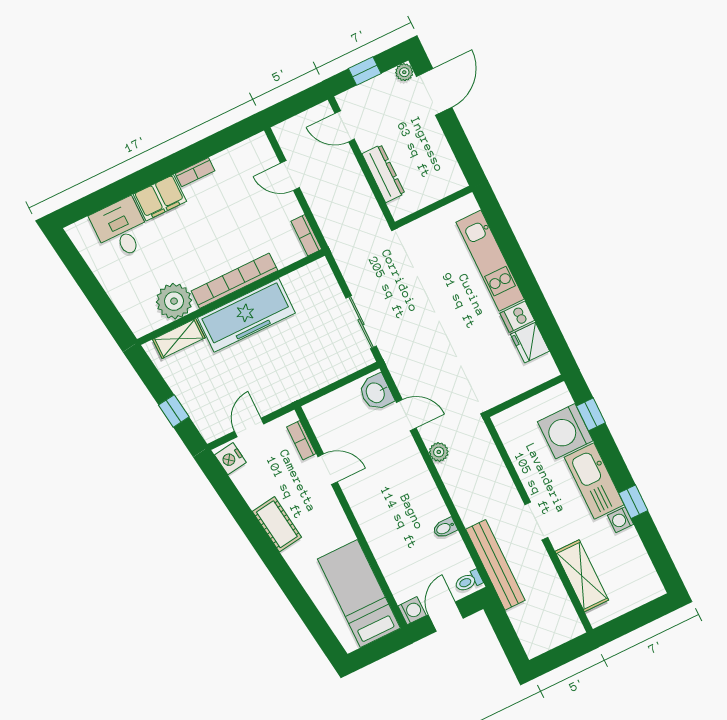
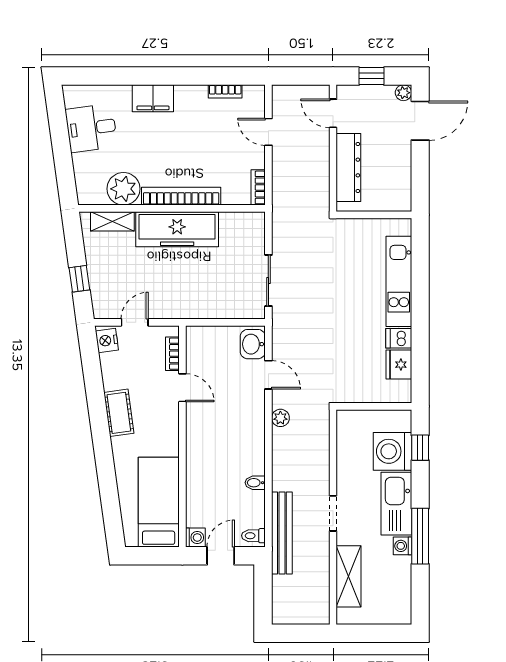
bookcase: (195, 172) -> (225, 91), moved
dresser: (383, 173) -> (348, 167), width x1.37, depth x1.24
desk: (121, 229) -> (91, 128), moved, turned -98
window: (633, 502) -> (420, 536), width x2.17

